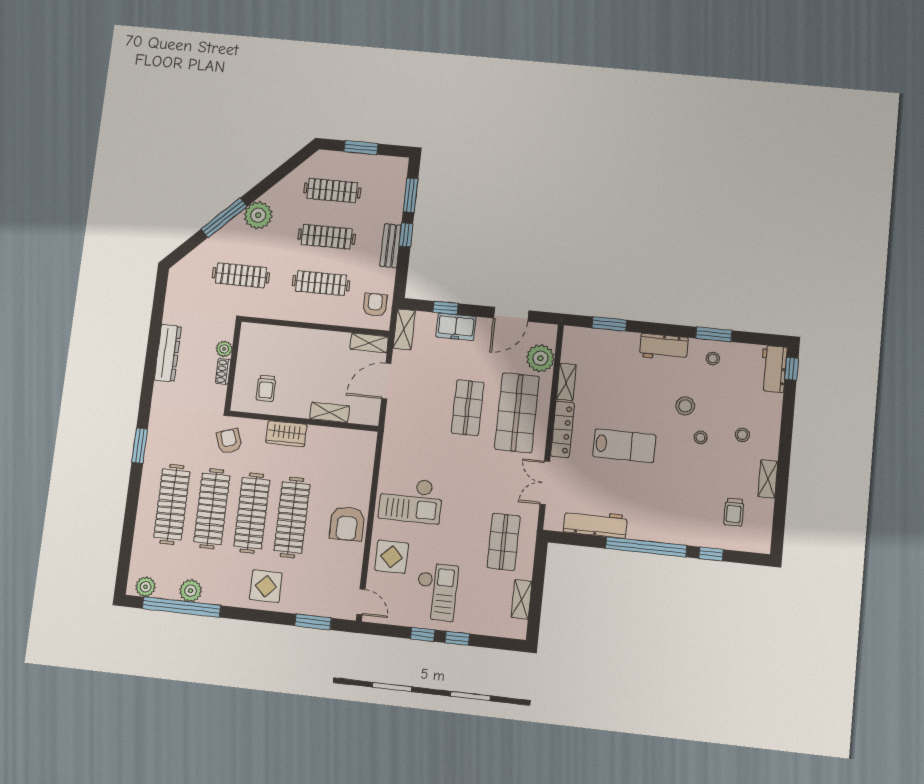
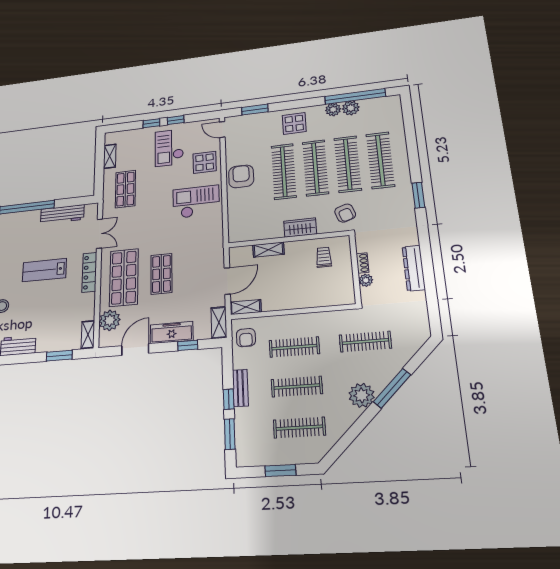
freezer: (456, 327) -> (172, 333), width x1.40
shelving: (566, 382) -> (88, 335), moved
plant: (146, 587) -> (333, 110), moved

